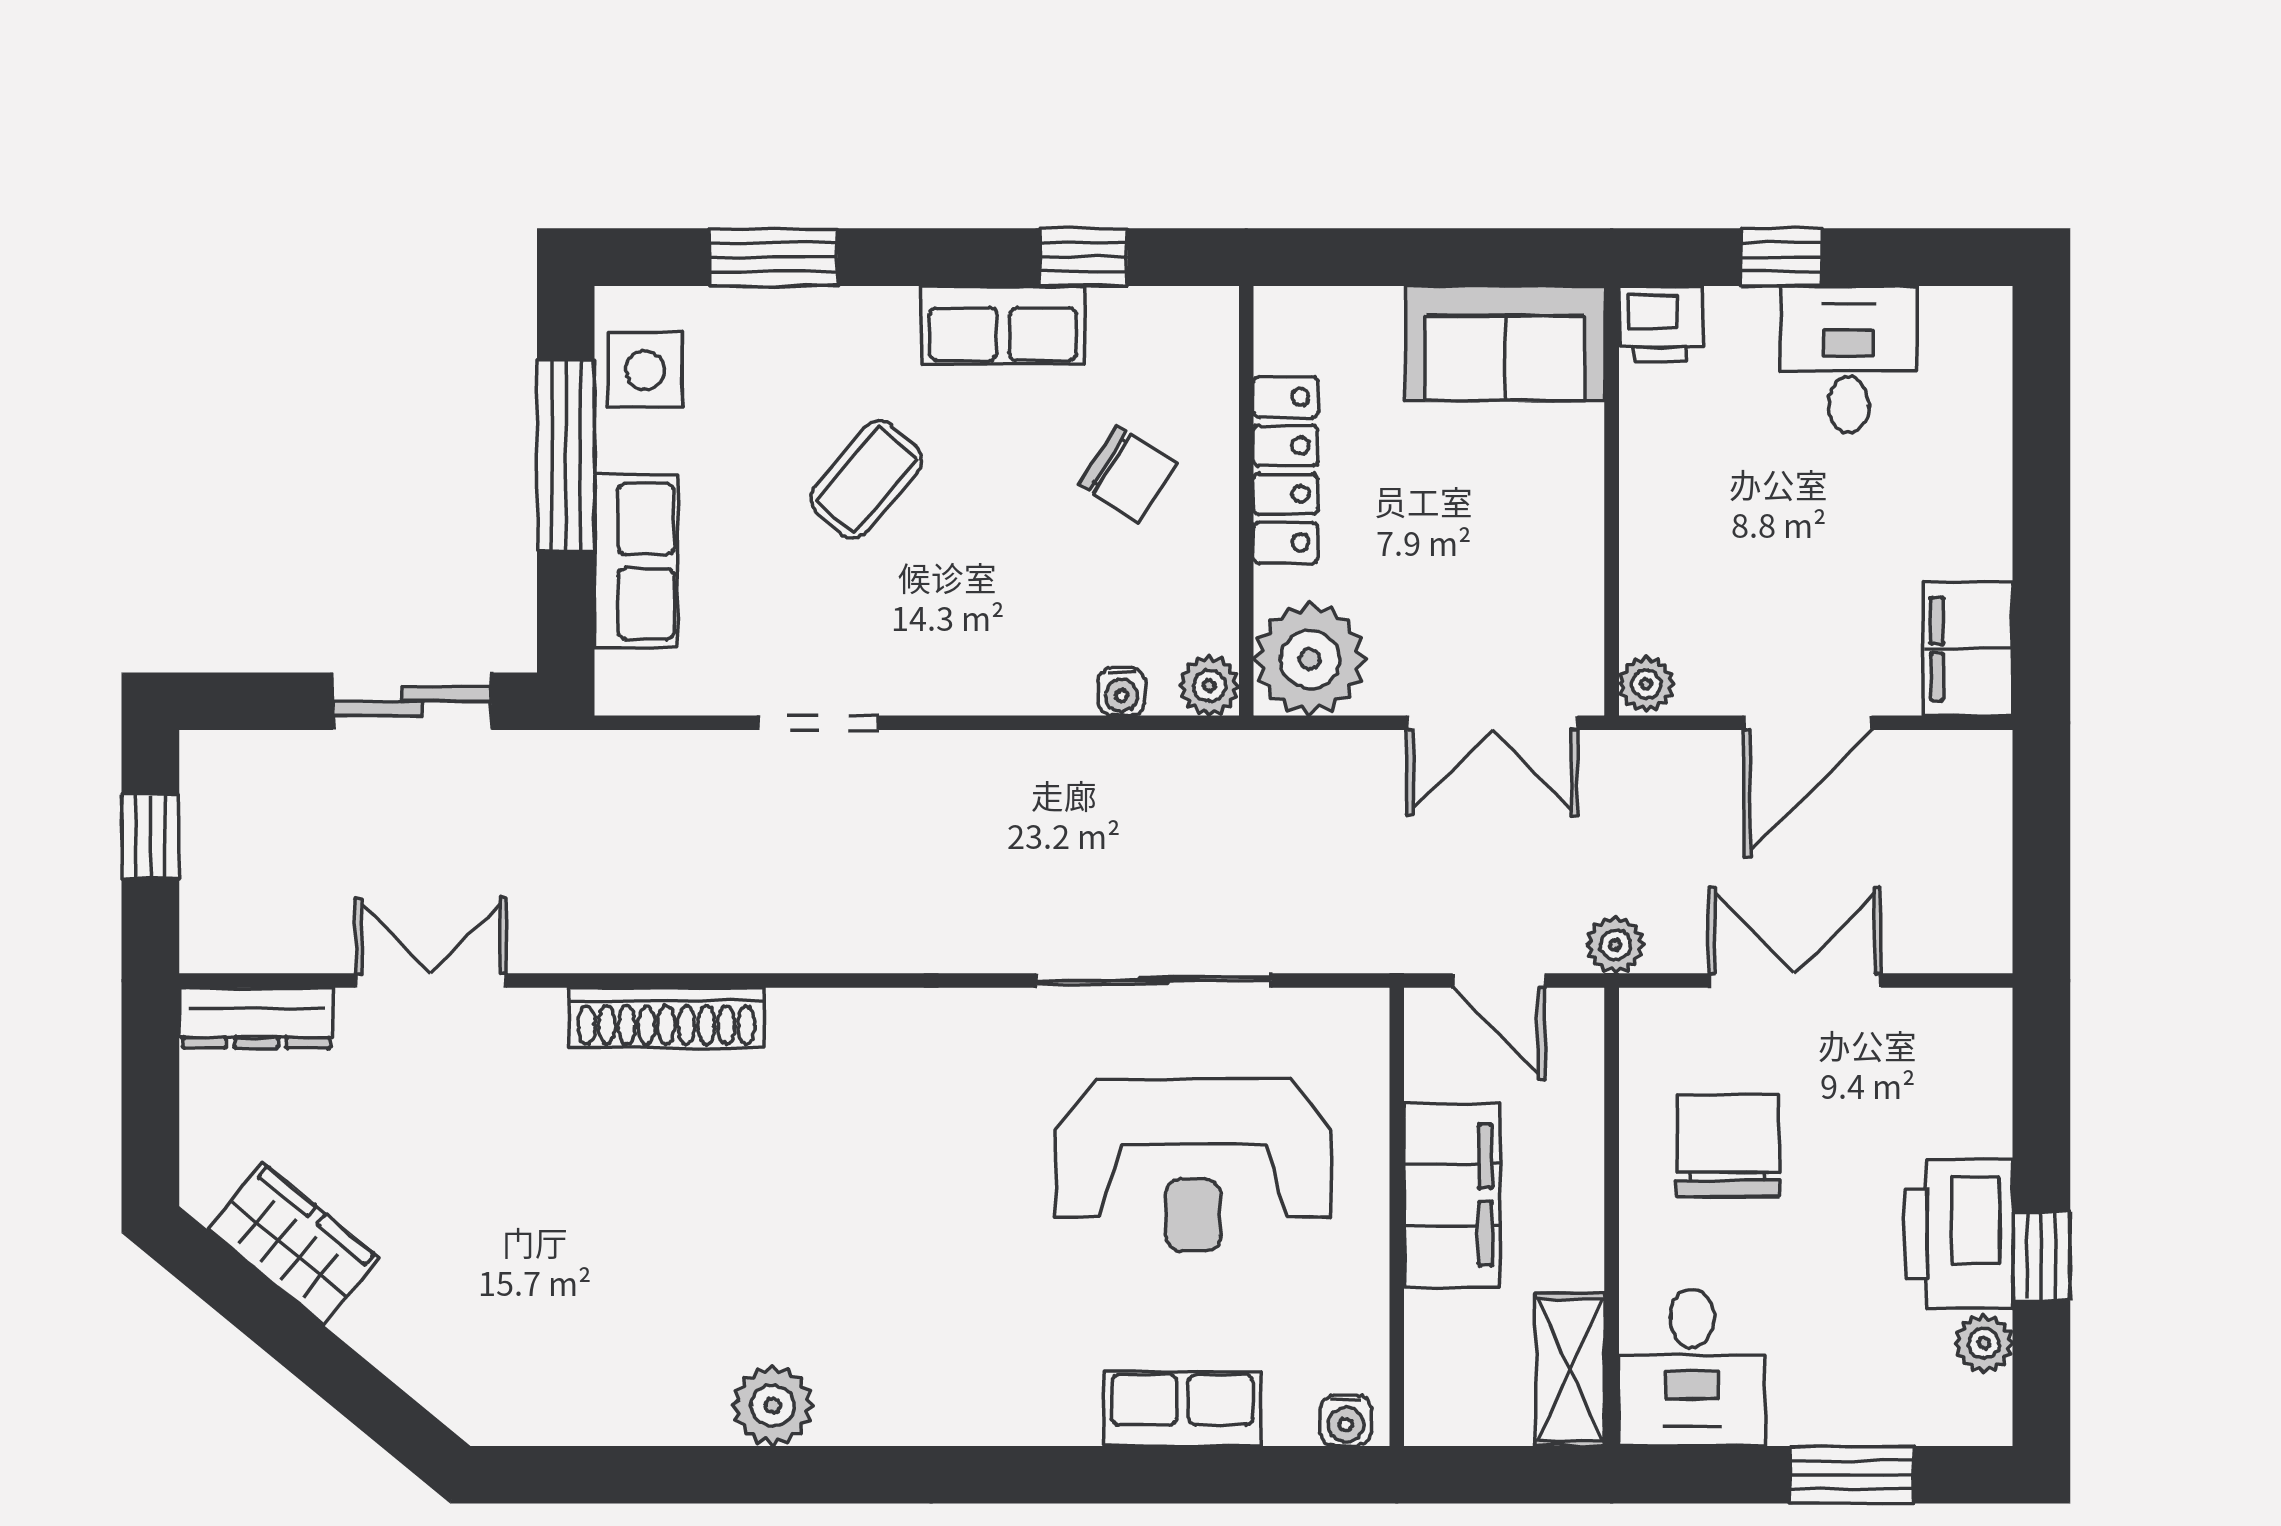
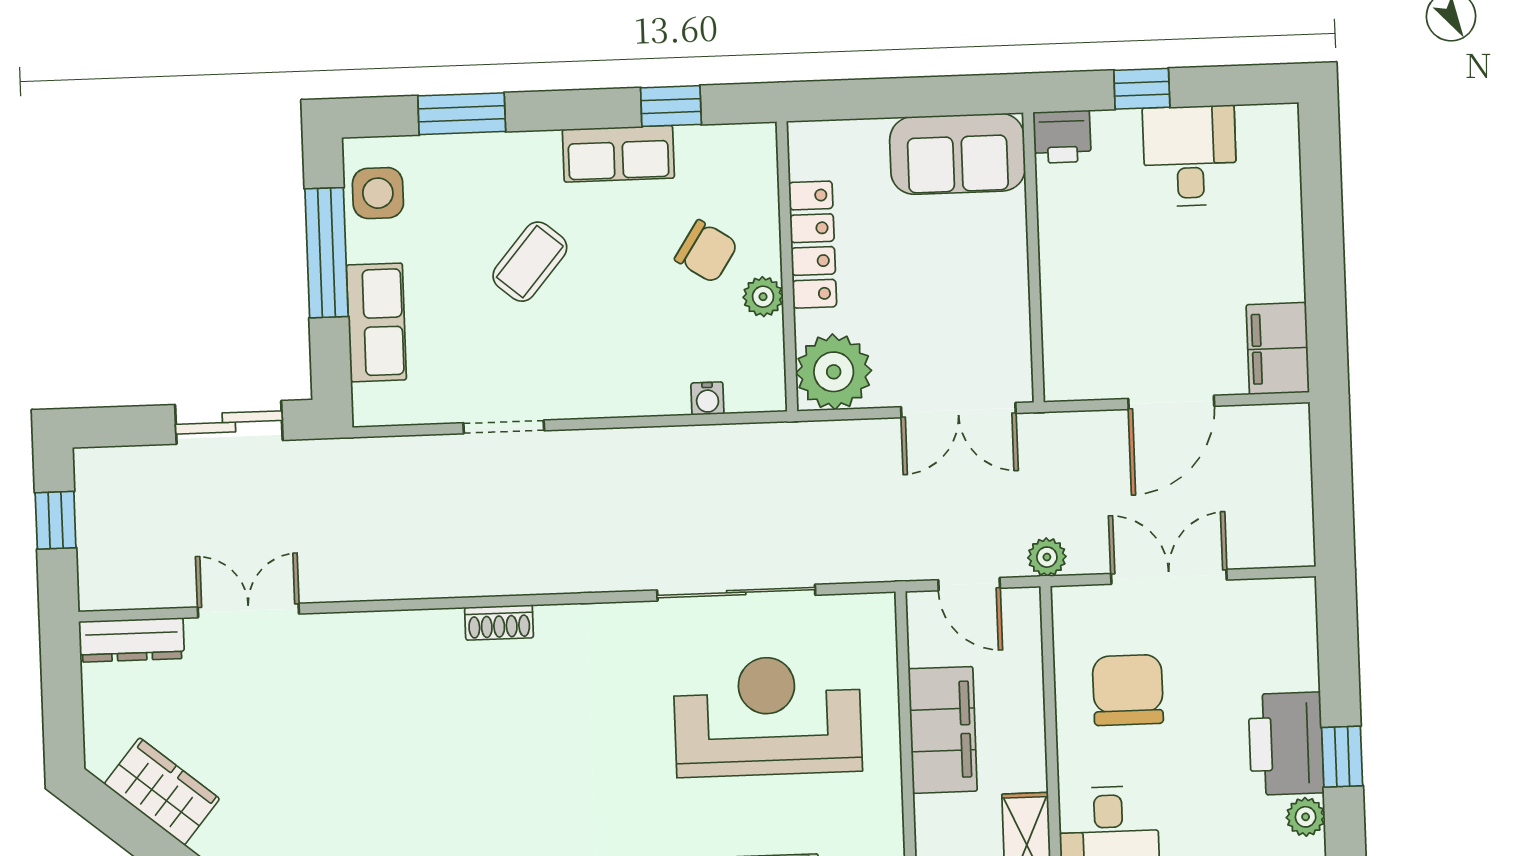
plant: (1646, 684) -> (1061, 380), removed
plant: (1209, 686) -> (763, 297), moved
shoe rack: (666, 1018) -> (499, 623), moved, width x0.51, depth x0.81
reception desk: (1193, 1165) -> (768, 716), turned 180

